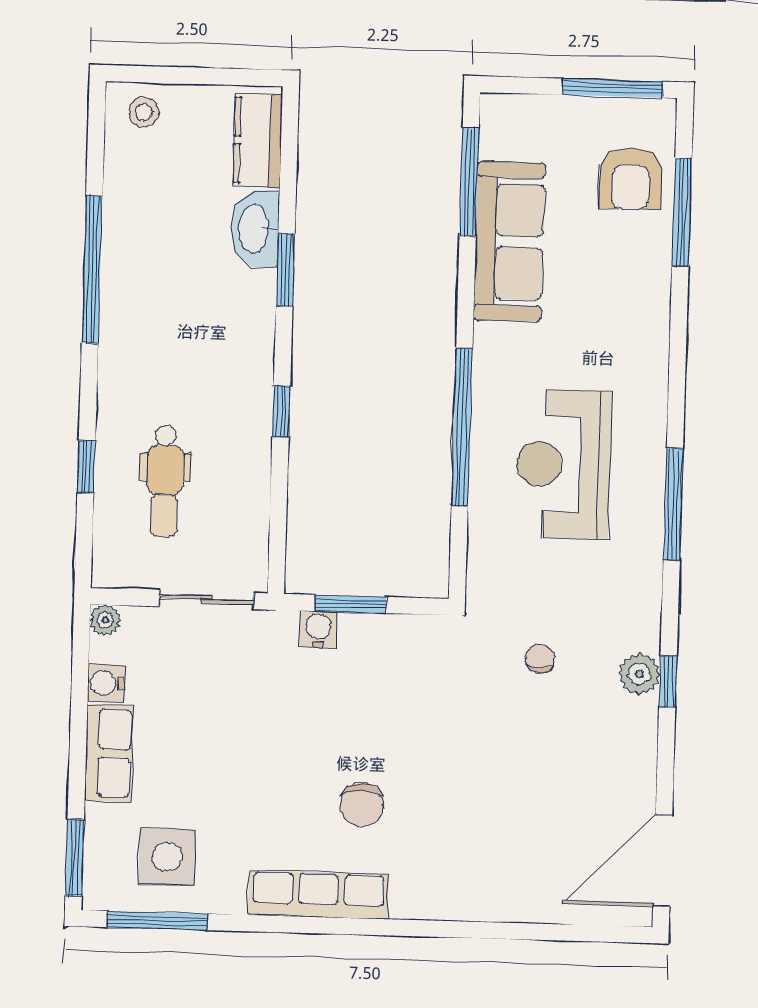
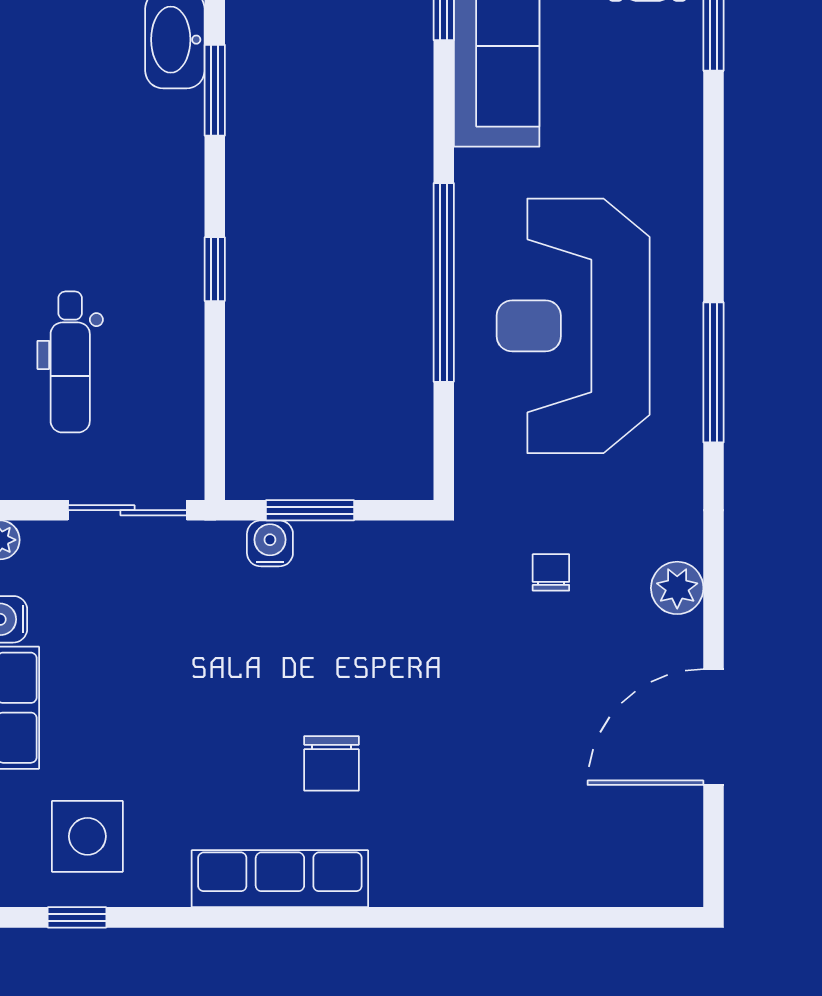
reception desk: (563, 464) -> (573, 326), width x1.36, depth x1.30
window: (668, 682) -> (714, 596), removed
door: (663, 861) -> (714, 727), moved
window: (157, 920) -> (77, 917), width x0.46

